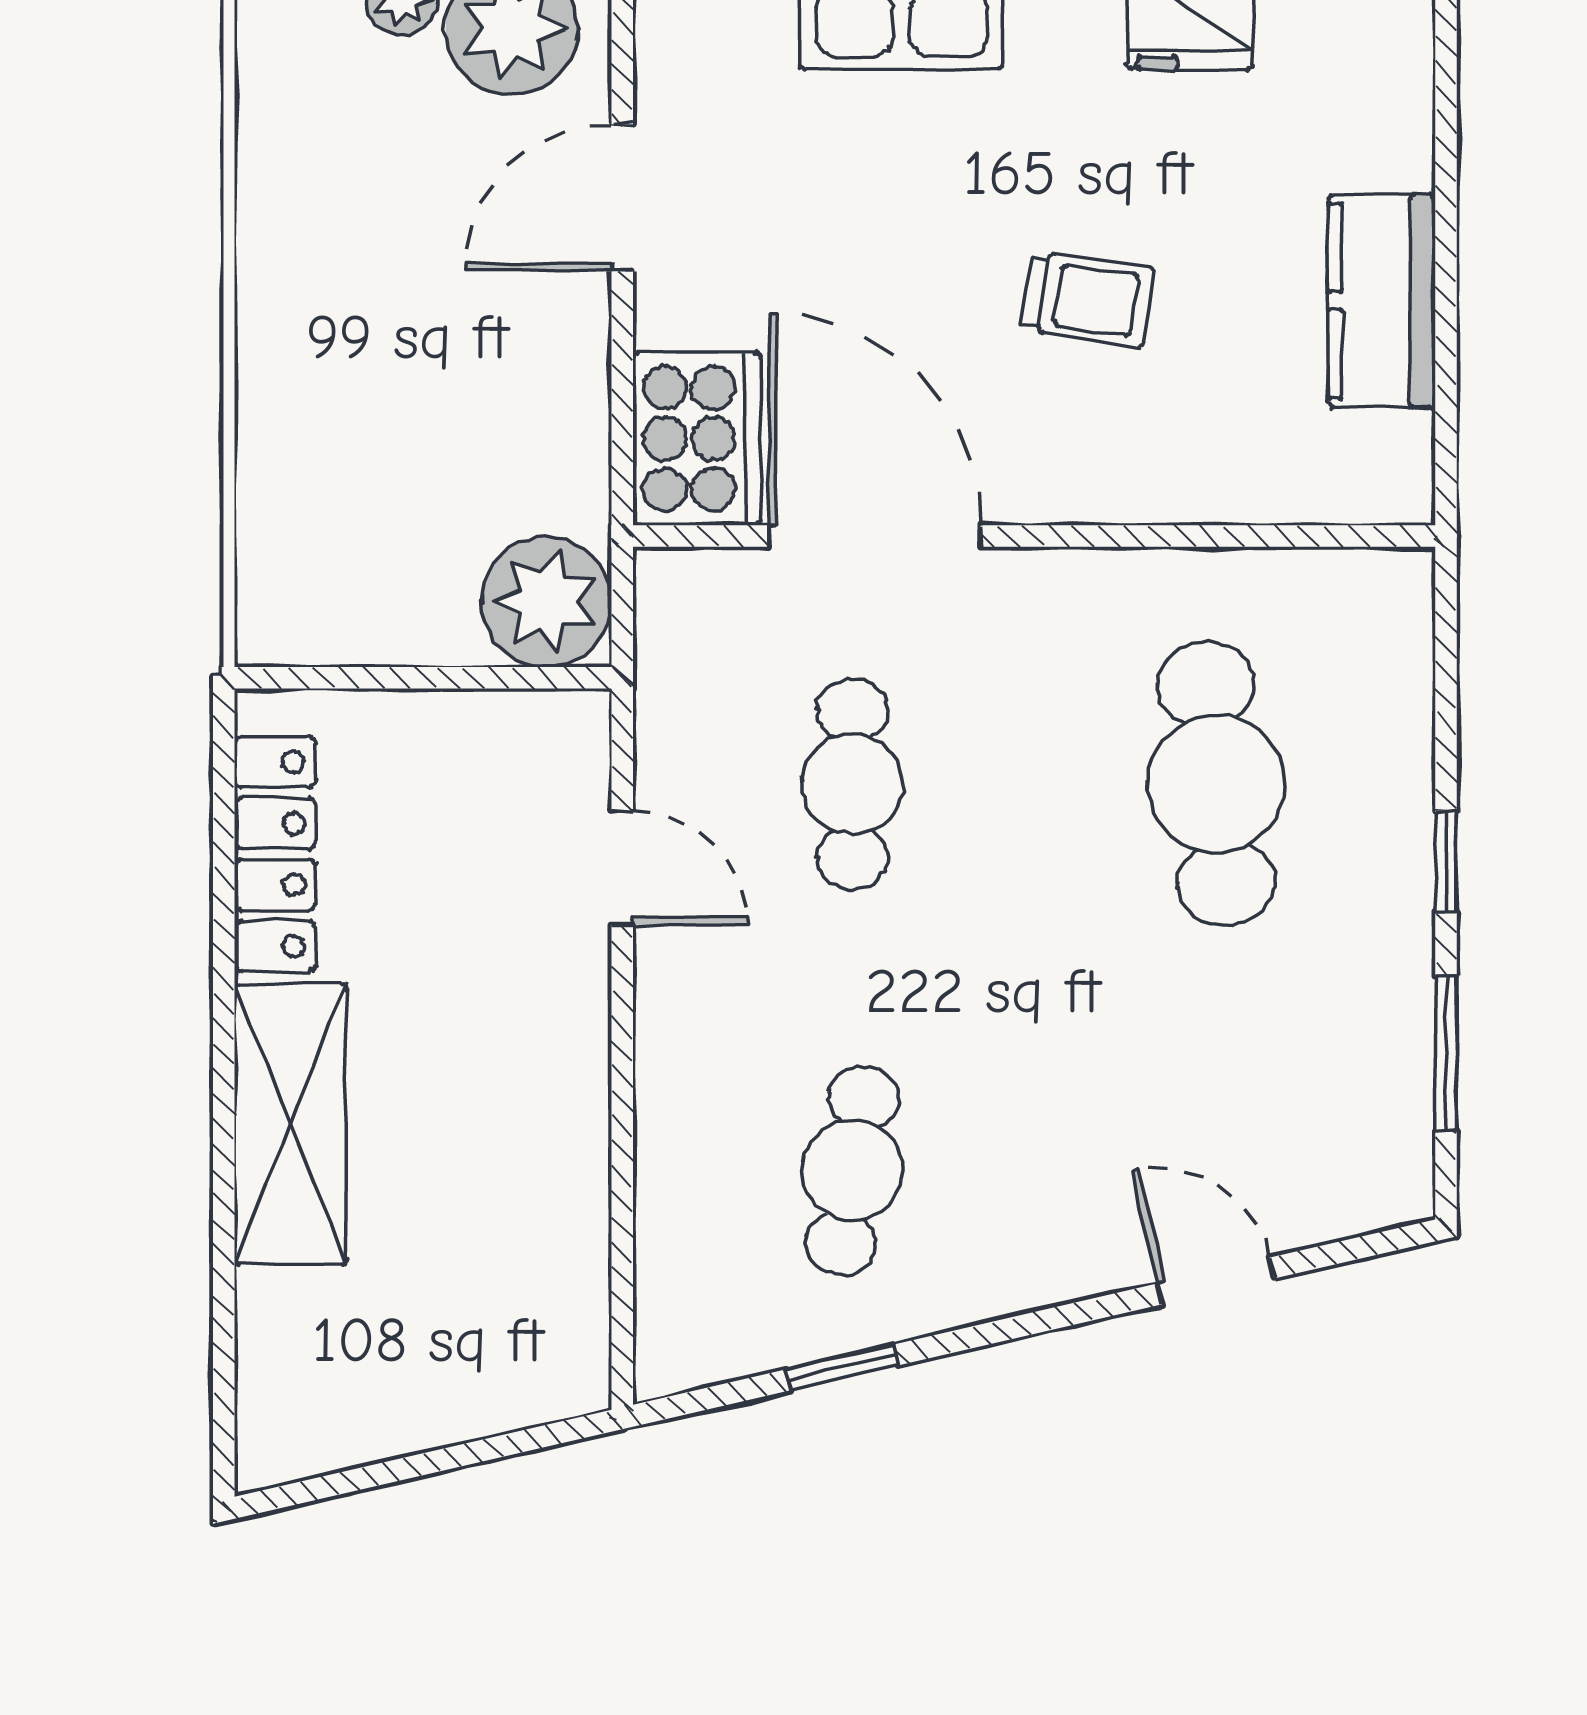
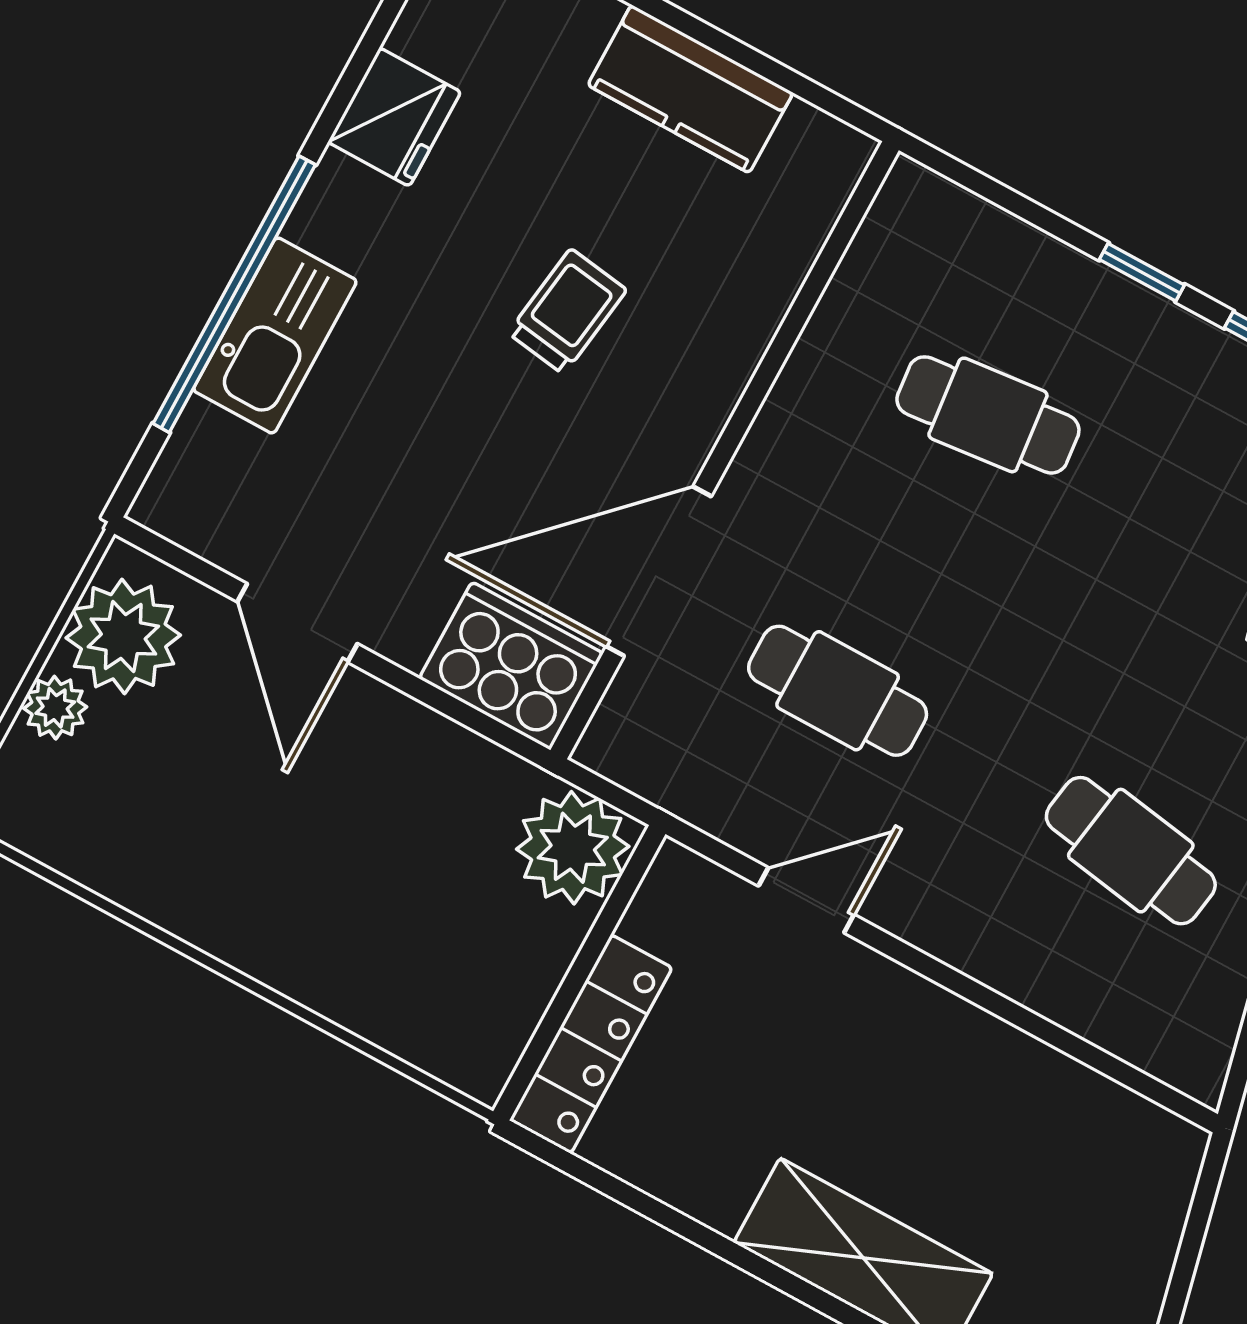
cafe table: (1216, 784) -> (988, 415), width x0.73, depth x0.74
locker: (275, 854) -> (591, 1044), moved, turned 90

